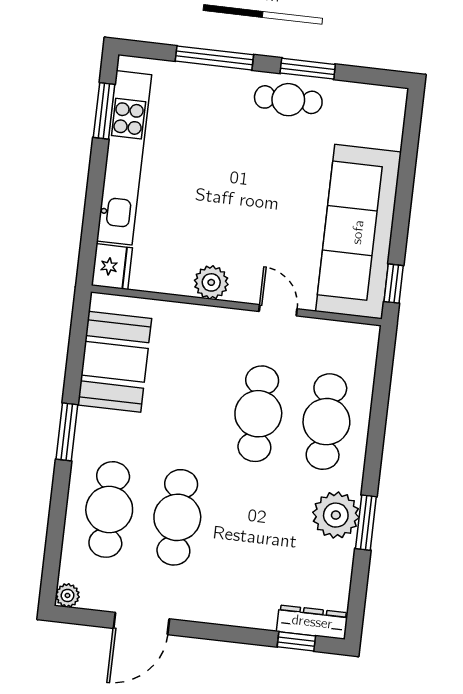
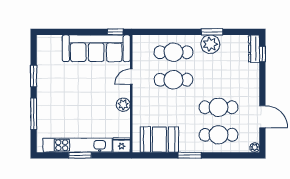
cafe table: (288, 100) -> (47, 82), removed
window: (104, 111) -> (80, 155), moved

